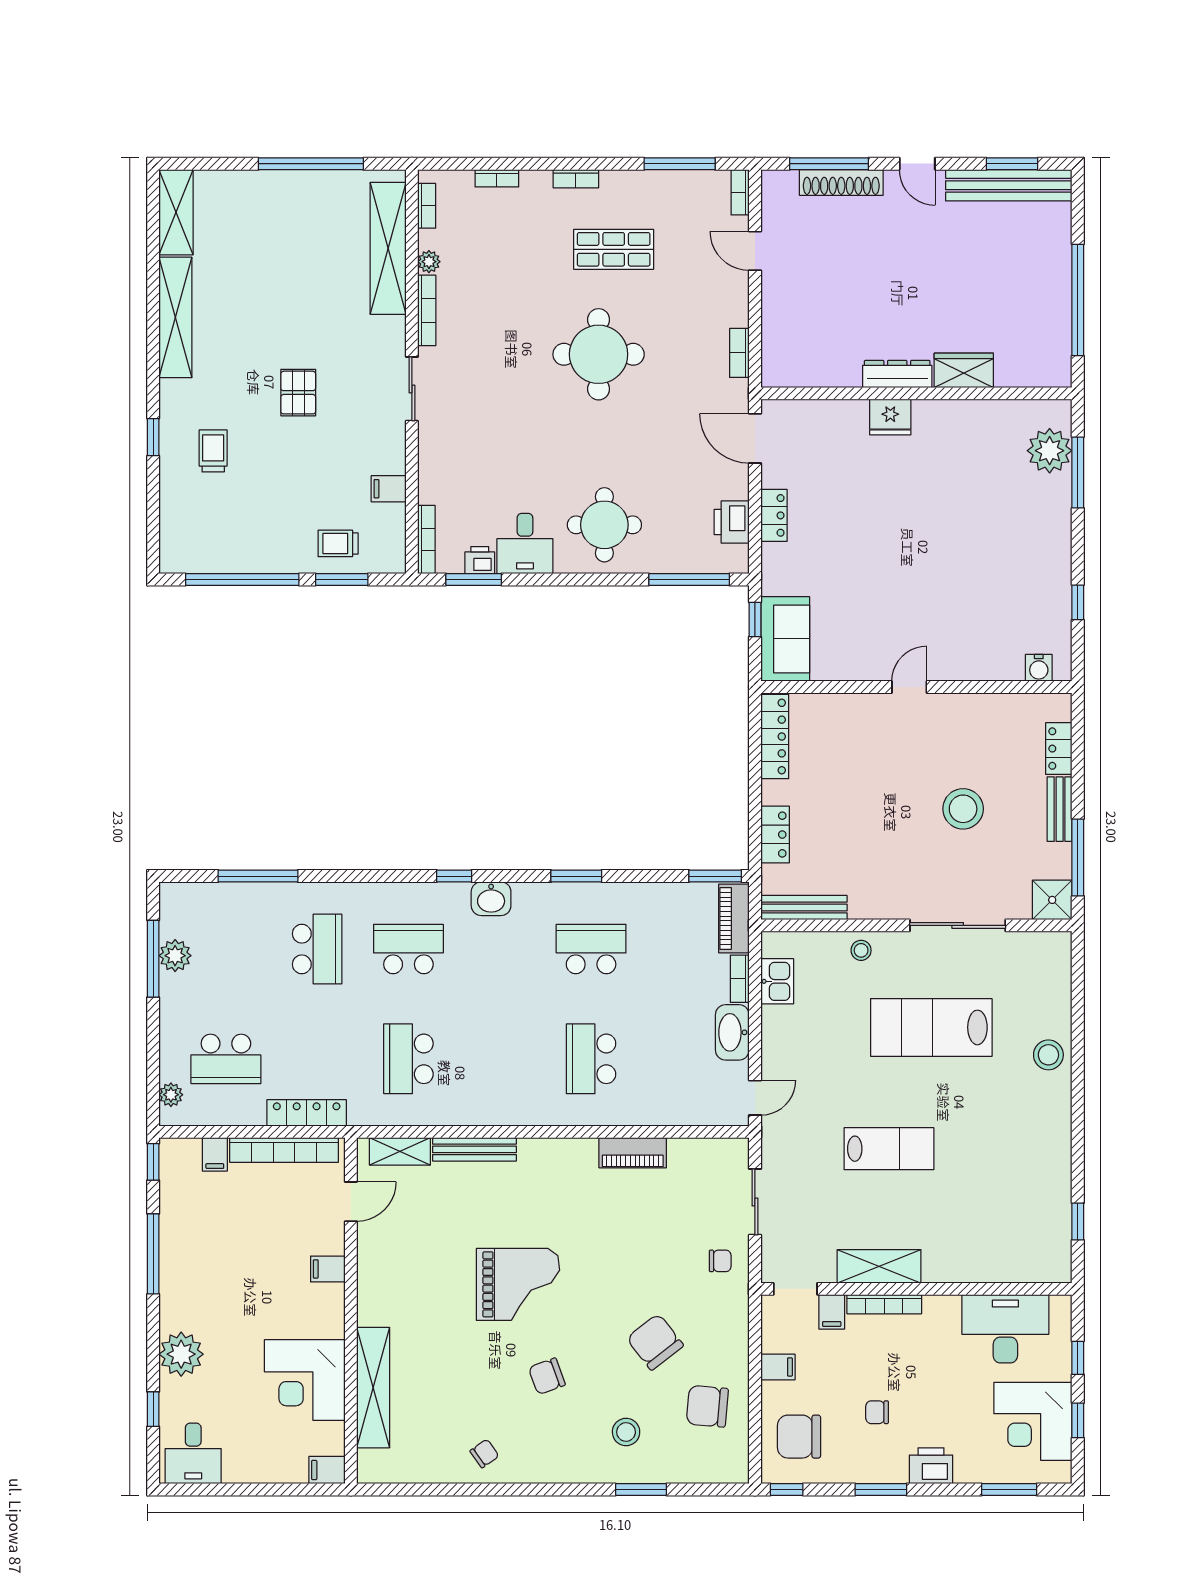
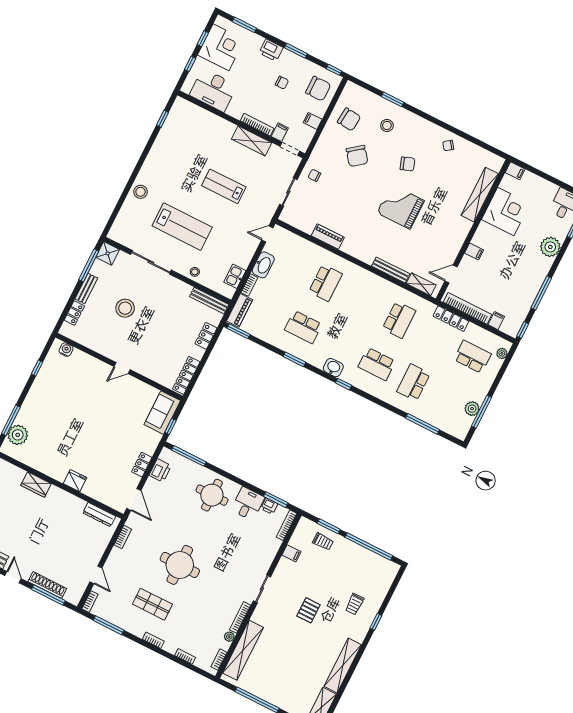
dresser: (897, 374) -> (99, 515), moved

